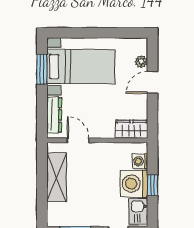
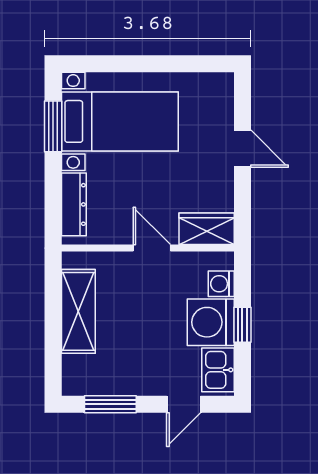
plant: (141, 62) -> (223, 113), removed
door: (152, 82) -> (242, 149), swing flipped
door: (78, 140) -> (152, 248), moved

